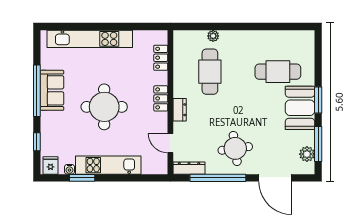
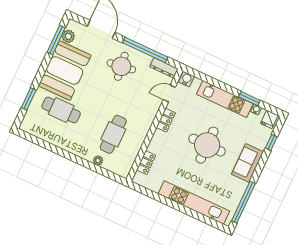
sofa: (52, 90) -> (247, 163), moved
window: (37, 91) -> (243, 202), moved
locker: (161, 98) -> (166, 120), moved
window: (318, 100) -> (29, 99), moved
booth: (300, 108) -> (65, 70), width x1.36, depth x1.42
dresser: (180, 110) -> (150, 116), removed
door: (170, 143) -> (169, 93), swing flipped
water cooler: (159, 167) -> (186, 79), added

